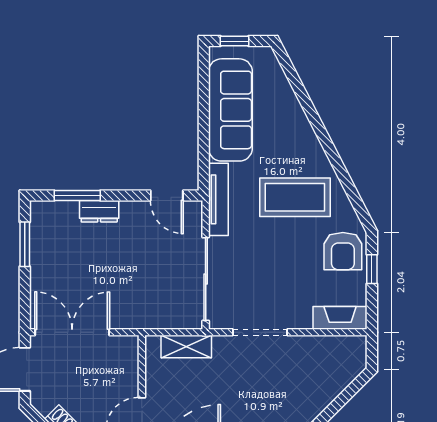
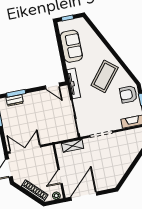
sofa: (230, 110) -> (71, 46), width x0.73
coffee table: (295, 197) -> (105, 76), turned -51
dresser: (99, 211) -> (15, 100), moved
armchair: (343, 251) -> (128, 94), turned 90

